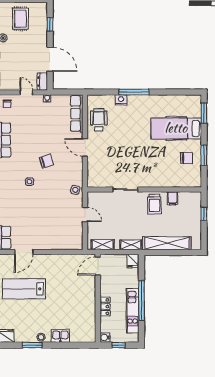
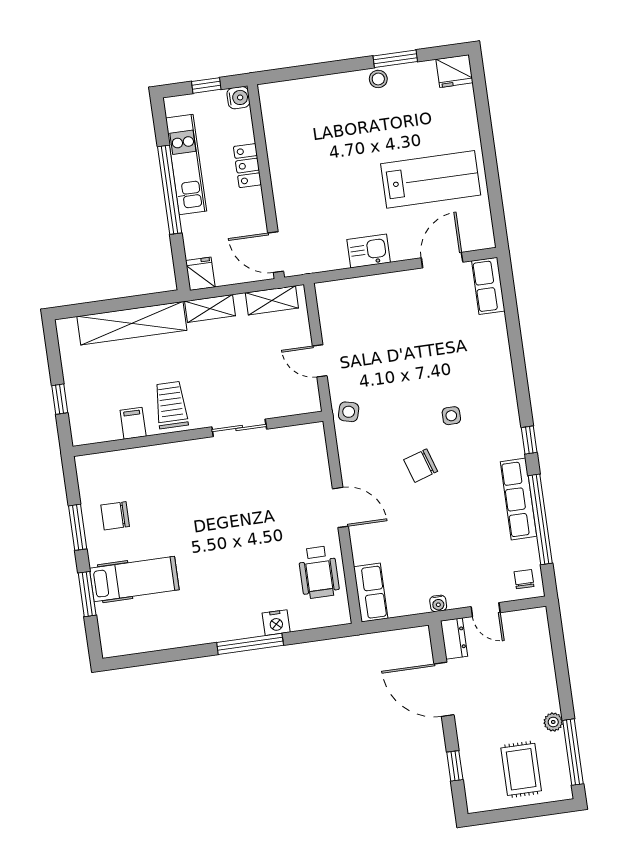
row of seats: (77, 113) -> (371, 593), width x0.68
window: (204, 113) -> (87, 594), moved
hospital bed: (176, 128) -> (134, 579), width x0.73, depth x0.78
door: (98, 266) -> (276, 252), swing flipped
kitchen sink: (60, 336) -> (369, 251), moved, turned 180

